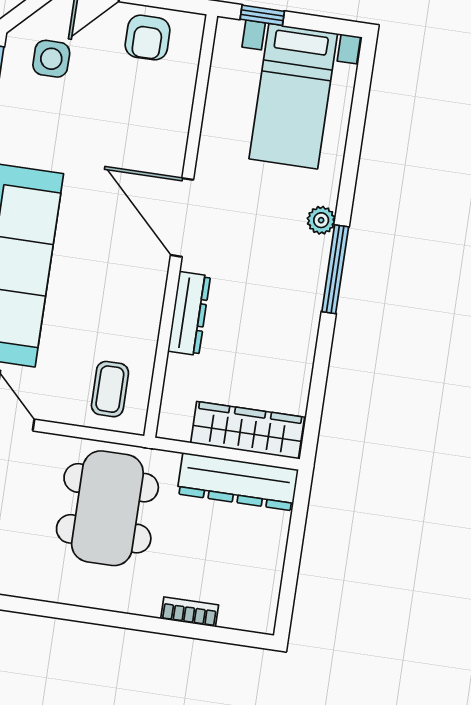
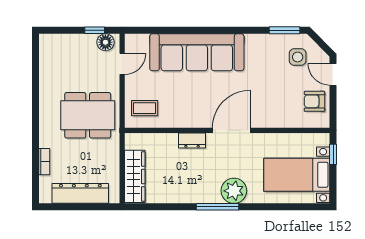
plant: (321, 220) -> (234, 191), width x1.88, depth x1.88
dresser: (189, 314) -> (192, 140), width x0.70
dresser: (238, 482) -> (80, 193), moved, turned 90

